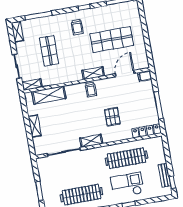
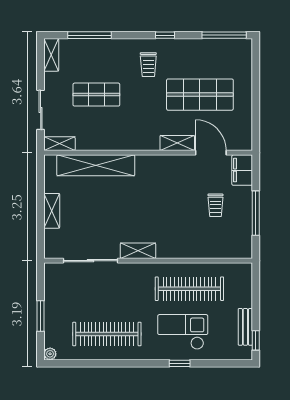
shop shelf: (49, 51) -> (96, 95), turned 90
shelving: (93, 73) -> (177, 143), moved
door: (125, 74) -> (211, 153), hinge flipped
filing cabinet: (145, 76) -> (242, 170), width x2.00
trolley: (91, 90) -> (215, 205), moved
shelving: (49, 95) -> (96, 165), width x1.47
pallet: (112, 117) -> (179, 218), removed
locker: (146, 131) -> (229, 251), removed

